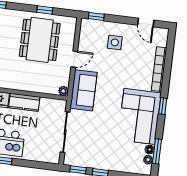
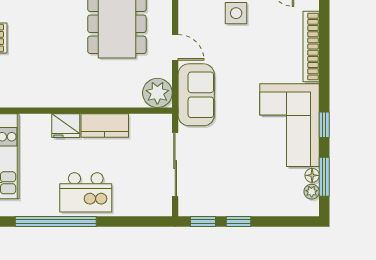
door: (74, 59) -> (175, 47), hinge flipped
plant: (63, 91) -> (157, 93), width x1.87, depth x1.87
window: (163, 106) -> (324, 125), moved

